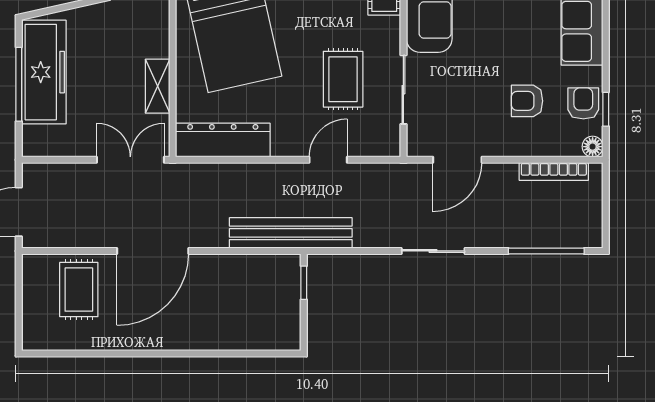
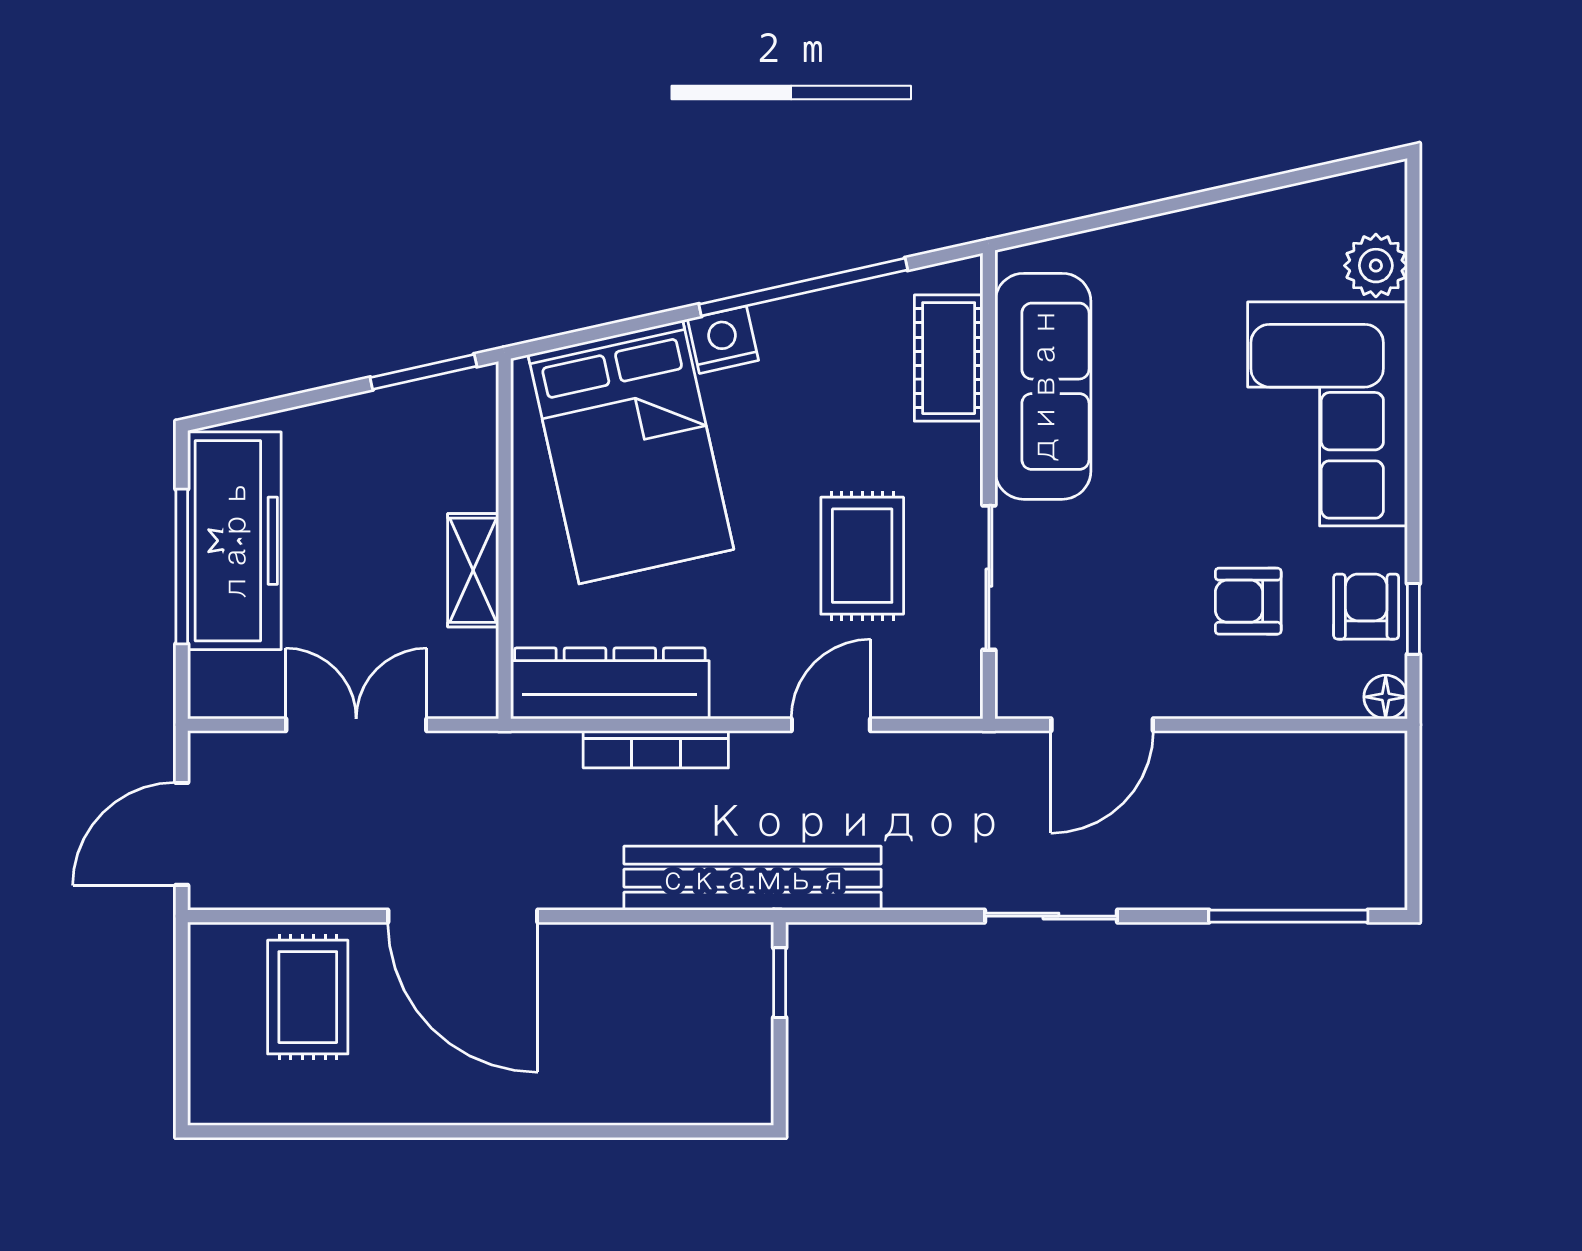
double door: (130, 160) -> (356, 725), moved
bookcase: (554, 171) -> (656, 749), moved
door: (153, 251) -> (463, 916), hinge flipped

